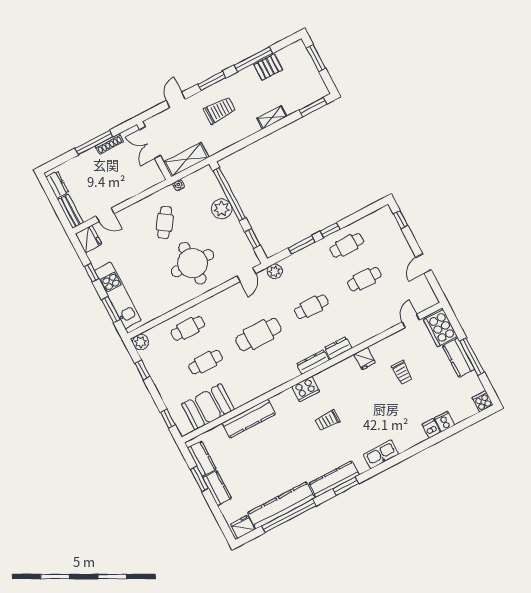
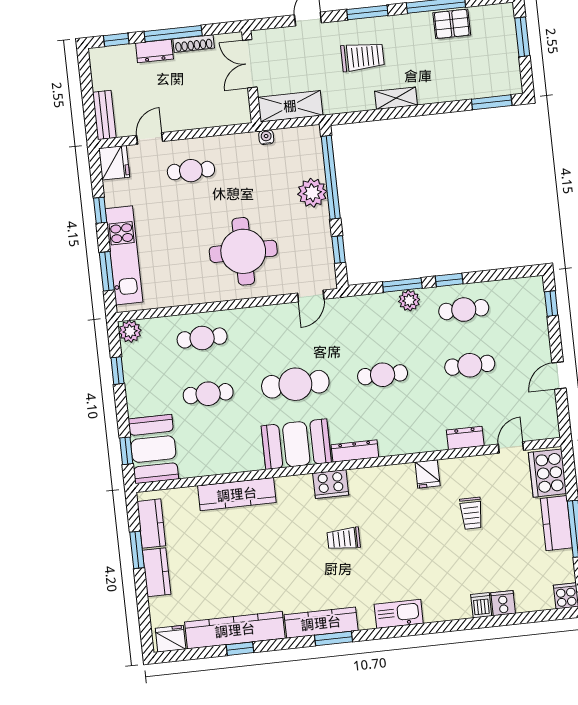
shelving: (272, 117) -> (396, 98), moved
window: (59, 161) -> (116, 40), added
dresser: (57, 185) -> (154, 51), moved, turned 90
door: (105, 215) -> (150, 138), swing flipped
cafe table: (165, 222) -> (191, 171), moved, turned 57
plant: (275, 271) -> (409, 300), moved
dresser: (338, 348) -> (465, 438), moved
booth: (274, 372) -> (296, 444), added
booth: (208, 407) -> (153, 449), moved, turned 90
window: (289, 516) -> (240, 649), width x0.32

